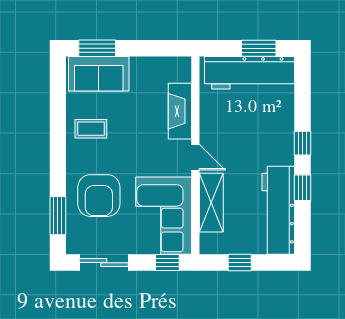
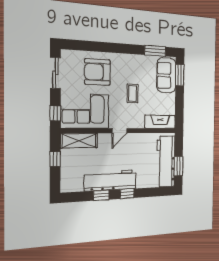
fireplace: (180, 111) -> (160, 122), moved
coffee table: (91, 129) -> (133, 93), moved
shelving: (211, 203) -> (79, 141), moved
workbench: (278, 210) -> (111, 180), moved
window: (58, 216) -> (155, 51), moved

